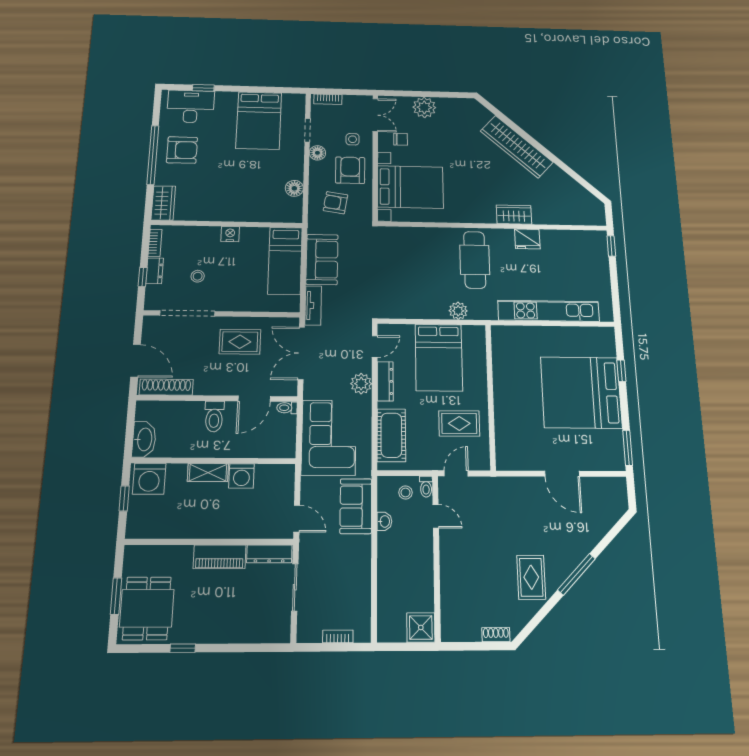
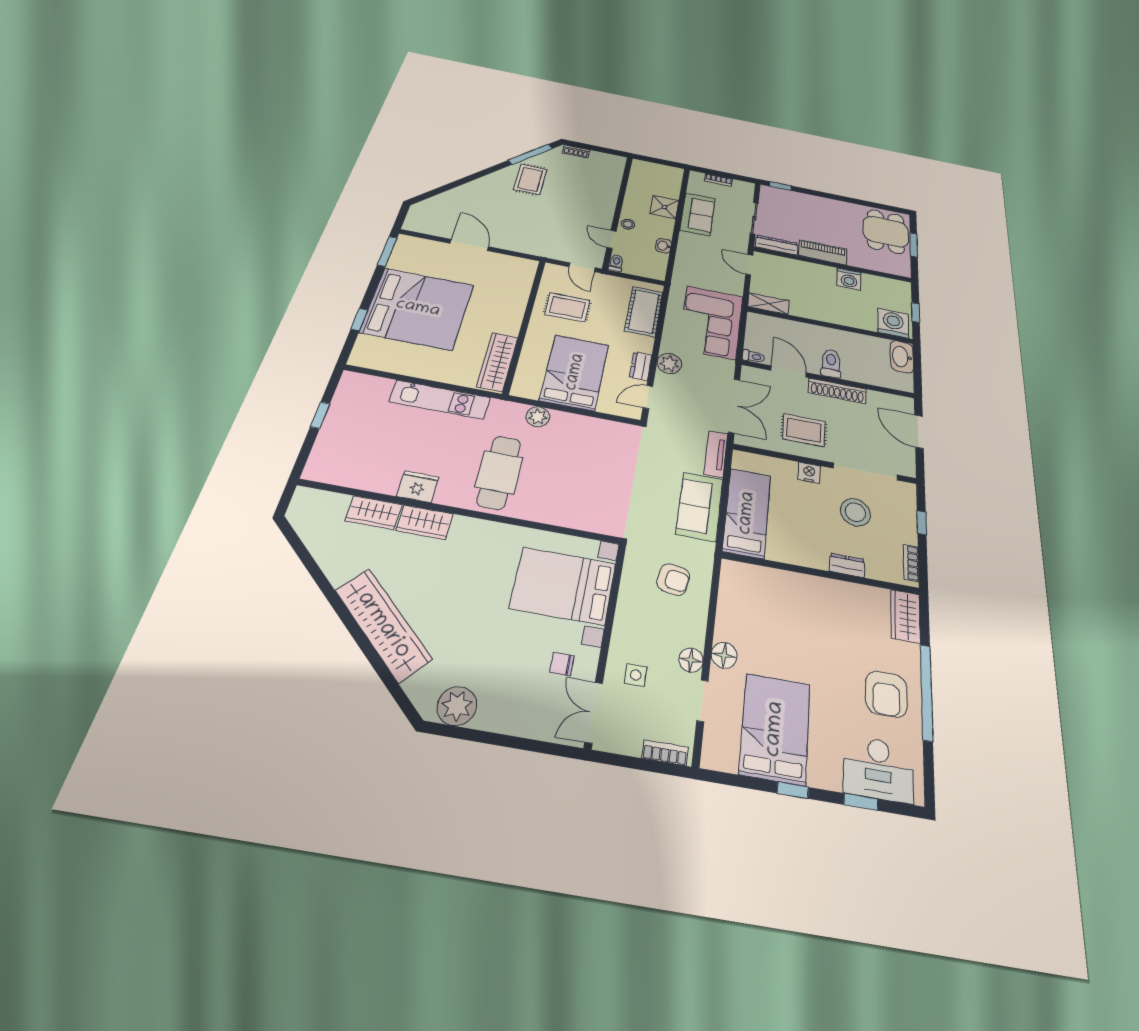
window: (247, 89) -> (793, 790), added
plant: (424, 107) -> (457, 706), moved
armchair: (182, 150) -> (886, 694), turned -90
armchair: (350, 170) -> (646, 625), removed
floor lamp: (294, 188) -> (724, 655), moved
wardrobe: (549, 216) -> (374, 513), added
nightstand: (230, 234) -> (809, 473), moved, turned 180
window: (611, 246) -> (320, 415), moved
dresser: (155, 271) -> (847, 565), moved, turned 90
stool: (198, 276) -> (855, 512), width x1.89, depth x1.89
kitchen unit: (549, 311) -> (440, 400), width x0.73
wardrobe: (502, 354) -> (497, 362), added
dresser: (385, 381) -> (641, 366), width x0.70
shoe rack: (166, 387) -> (837, 391), moved
door: (254, 399) -> (789, 371), hinge flipped
shelving: (208, 473) -> (768, 304), moved
door: (456, 473) -> (582, 267), hinge flipped
washing machine: (242, 476) -> (849, 279), moved, turned 180
stool: (406, 492) -> (628, 224), moved
sofa: (356, 506) -> (698, 214), moved
window: (577, 574) -> (530, 154), moved
shower: (421, 627) -> (664, 207), moved
window: (183, 648) -> (780, 186), moved

